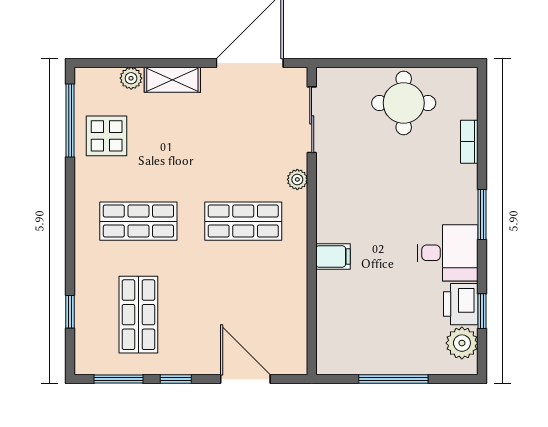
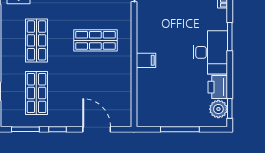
plant: (297, 179) -> (126, 17), removed
shop shelf: (138, 221) -> (36, 40), turned 90
desk: (447, 253) -> (210, 52), width x1.37
window: (482, 311) -> (230, 108), moved

